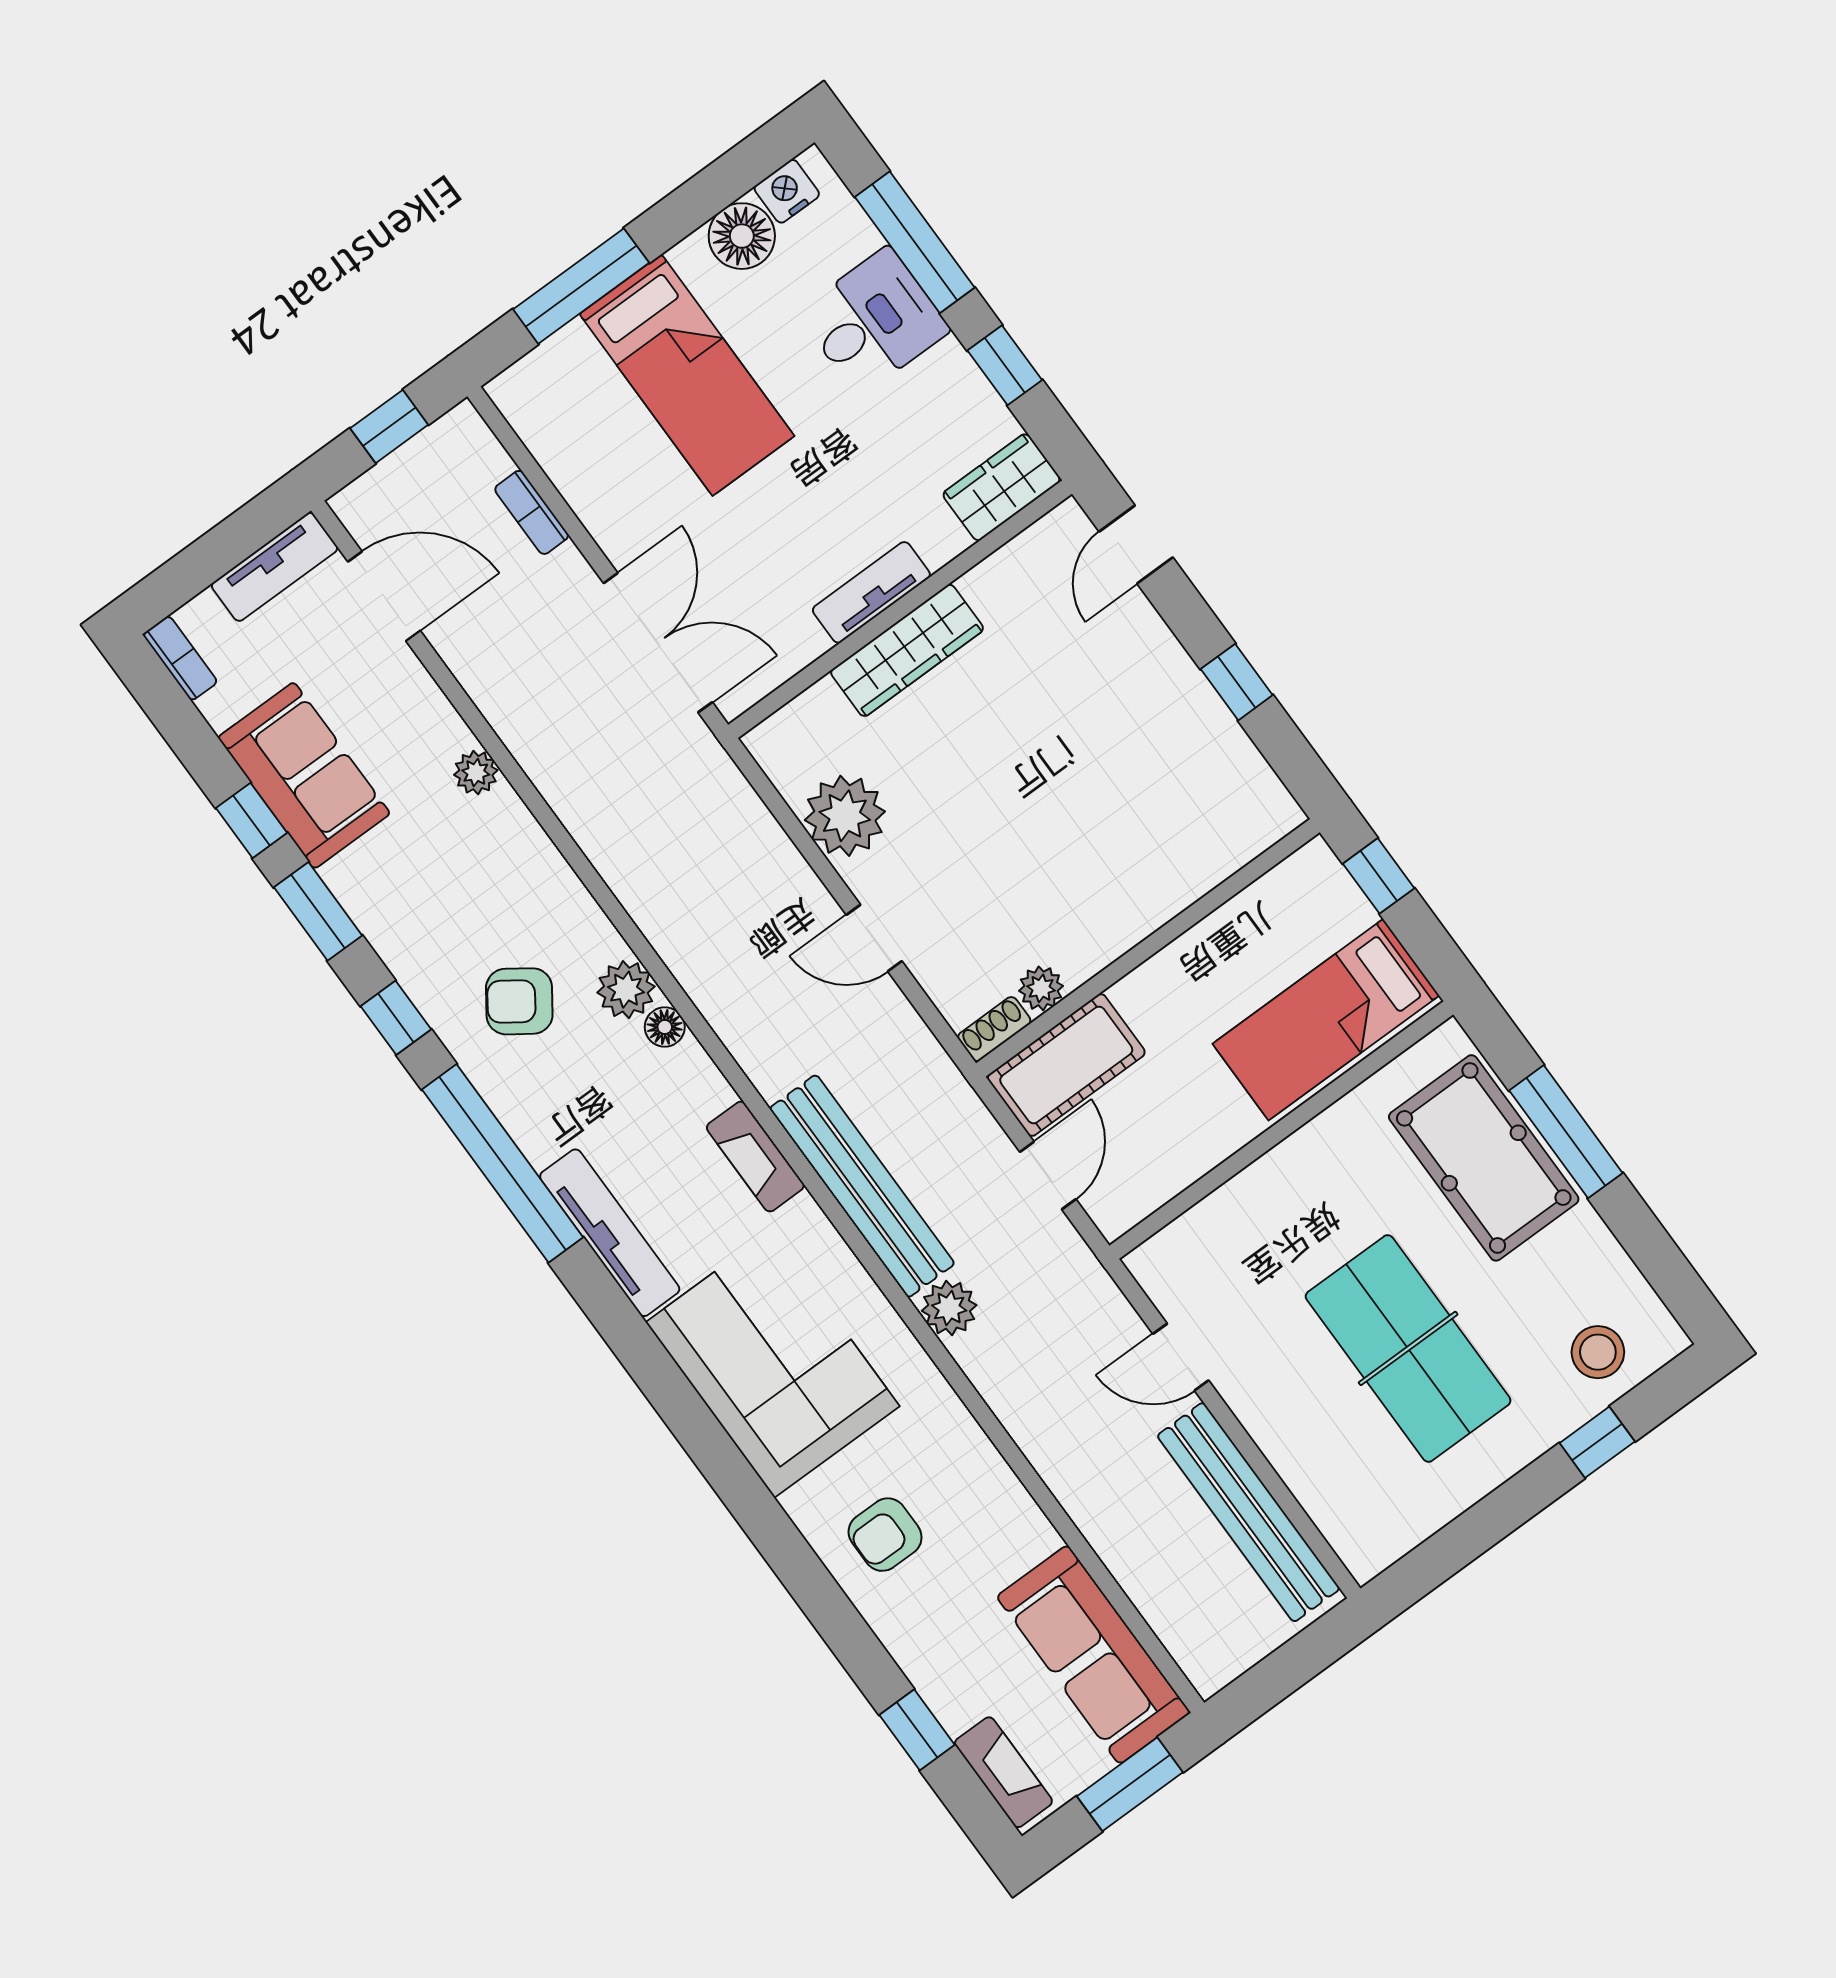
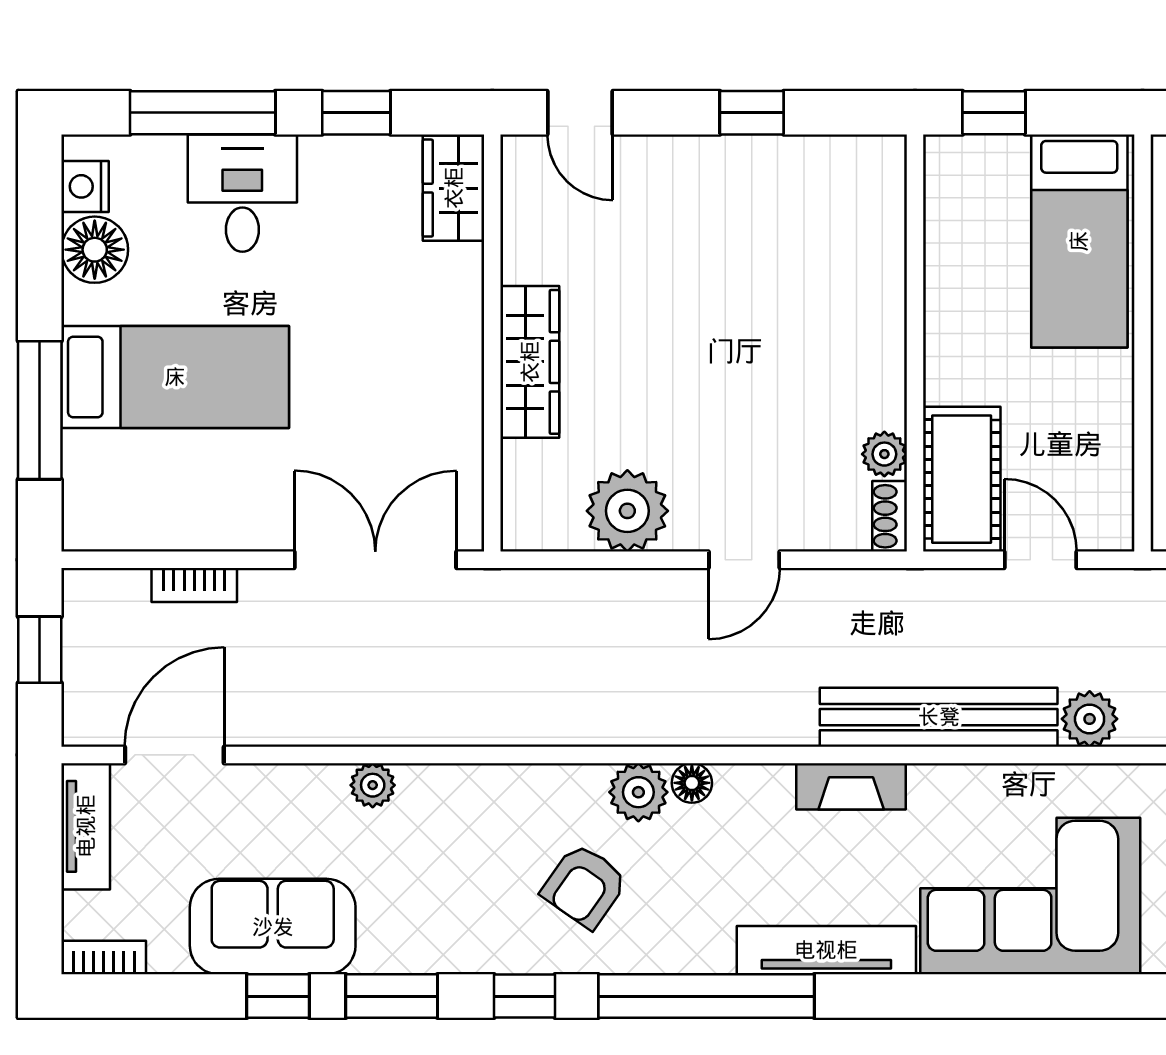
tv unit: (871, 592) -> (461, 356), removed

